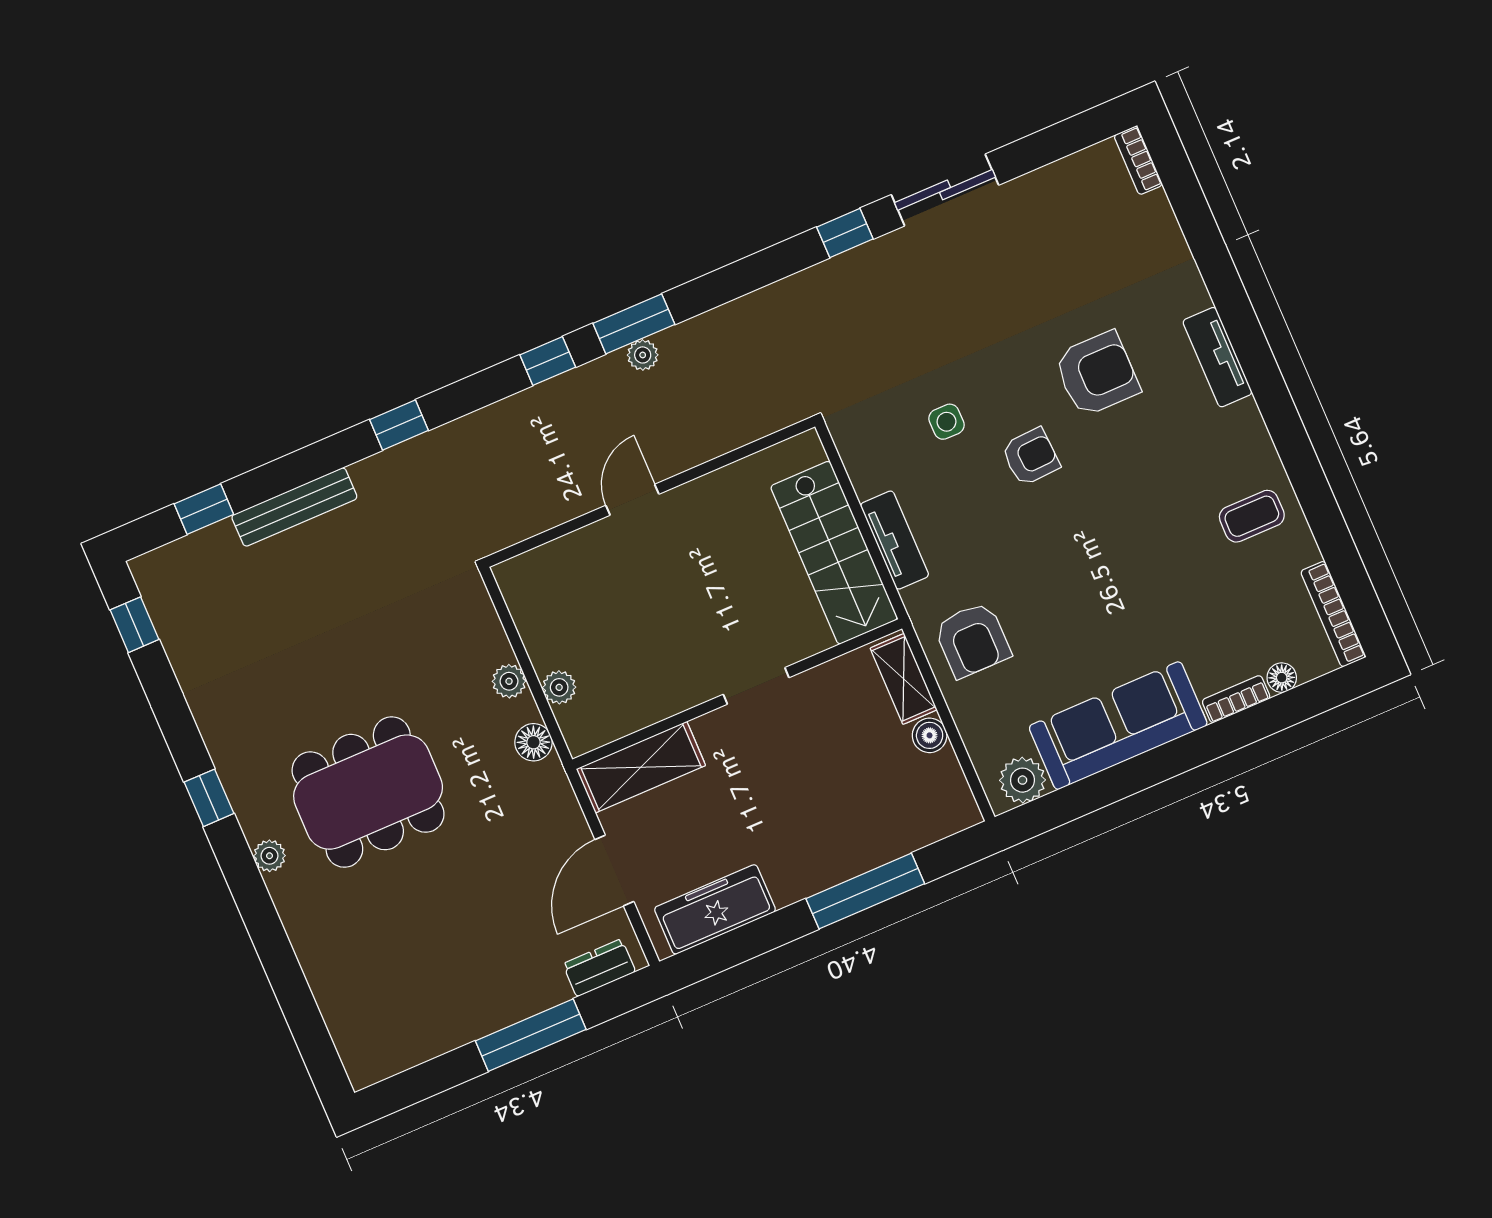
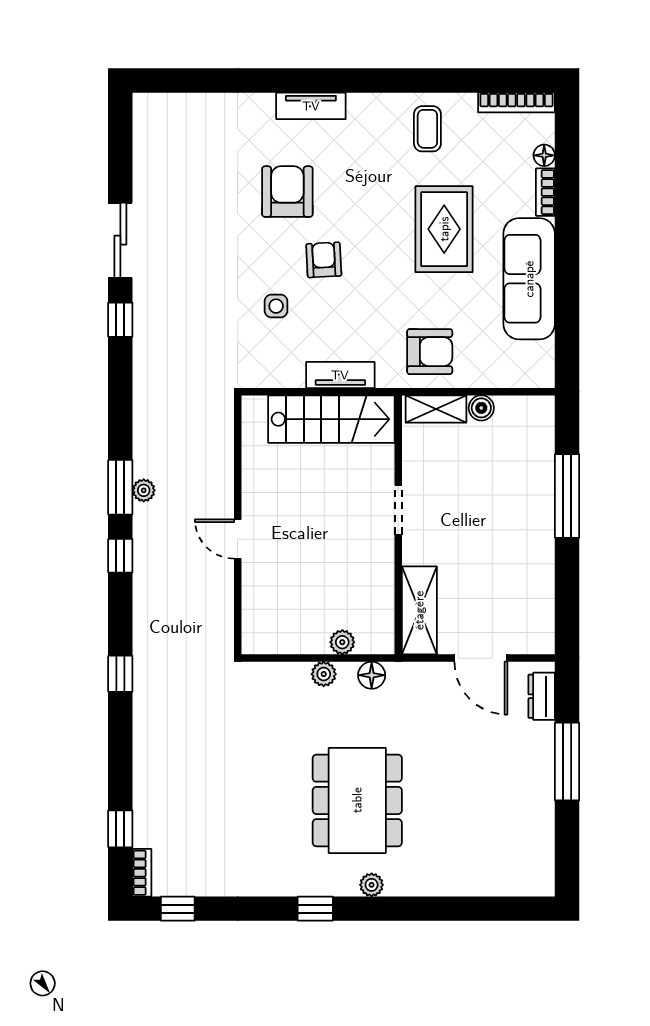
bookcase: (1138, 160) -> (142, 873), moved, turned -90
bench: (294, 507) -> (145, 768), removed
rug: (1134, 592) -> (444, 229), added
plant: (1023, 780) -> (538, 359), removed
freezer: (715, 909) -> (536, 602), removed

